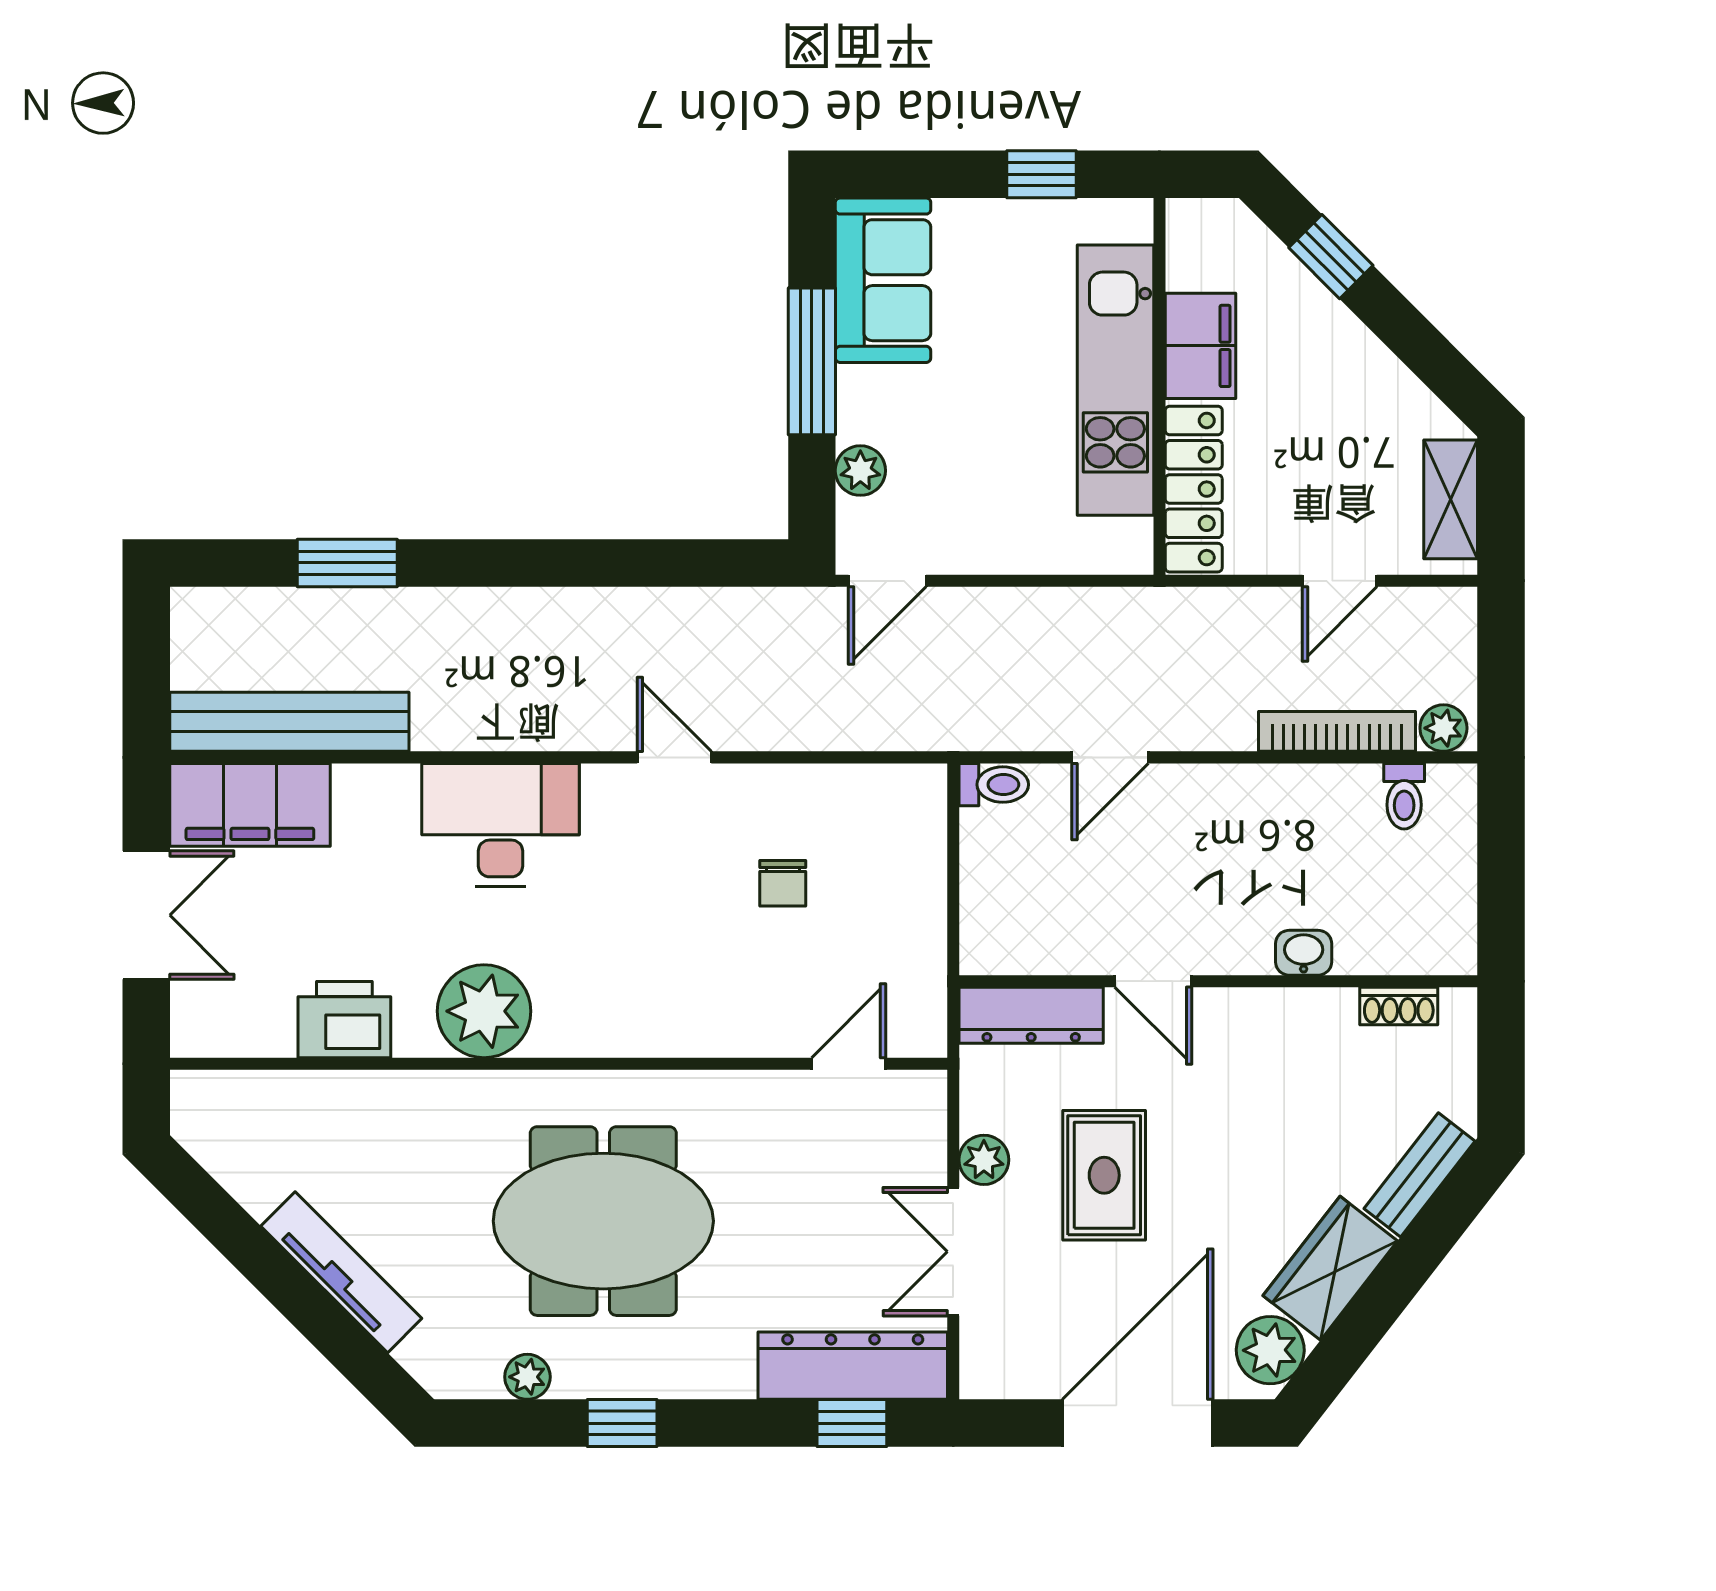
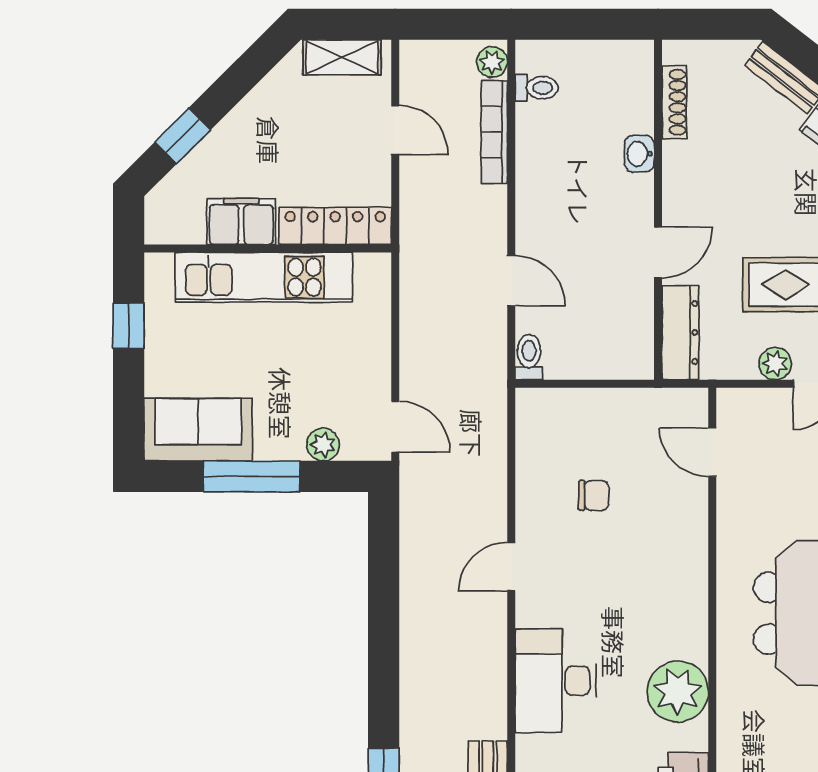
shoe rack: (1399, 1006) -> (674, 102), width x1.43

